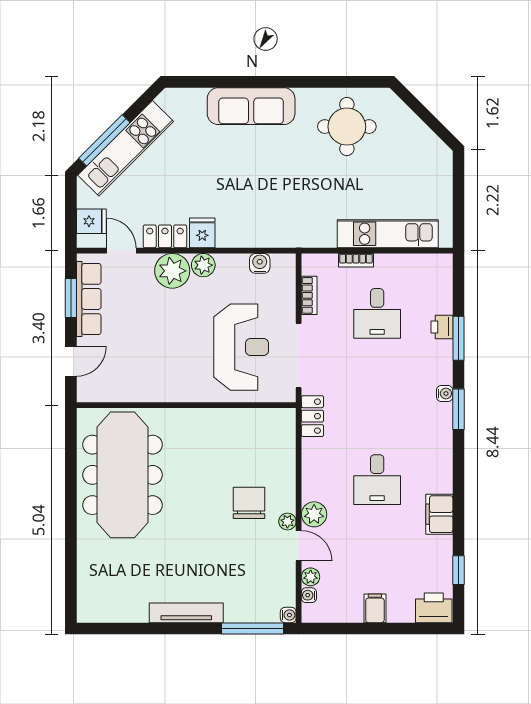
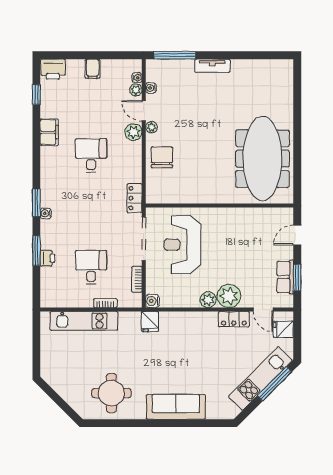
fridge: (202, 233) -> (150, 321), moved
water cooler: (260, 263) -> (152, 301), moved, turned 90
row of seats: (89, 299) -> (285, 277), width x0.68
chair: (249, 503) -> (162, 157), moved, turned 180
tv unit: (186, 613) -> (212, 66), width x0.71
water cooler: (288, 615) -> (151, 88), moved

